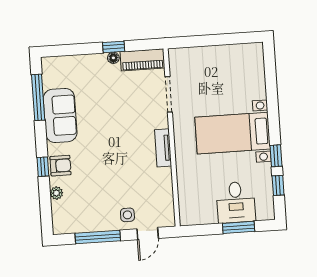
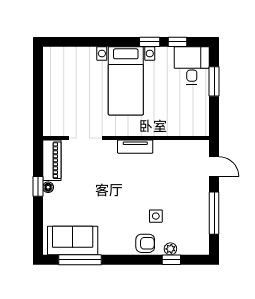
sofa: (60, 116) -> (73, 240), moved
armchair: (60, 166) -> (145, 243), turned 90
window: (43, 167) -> (171, 260), moved
desk: (236, 202) -> (192, 65), moved, turned -90
side table: (127, 215) -> (156, 216), moved

